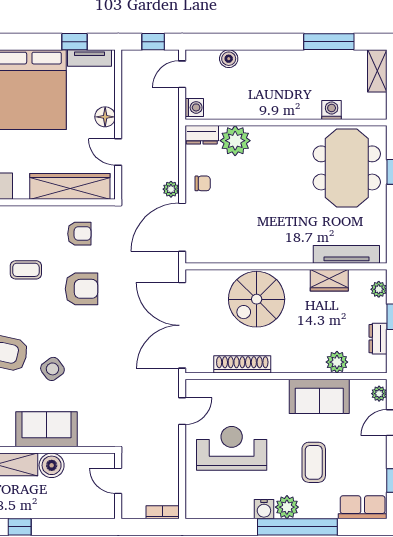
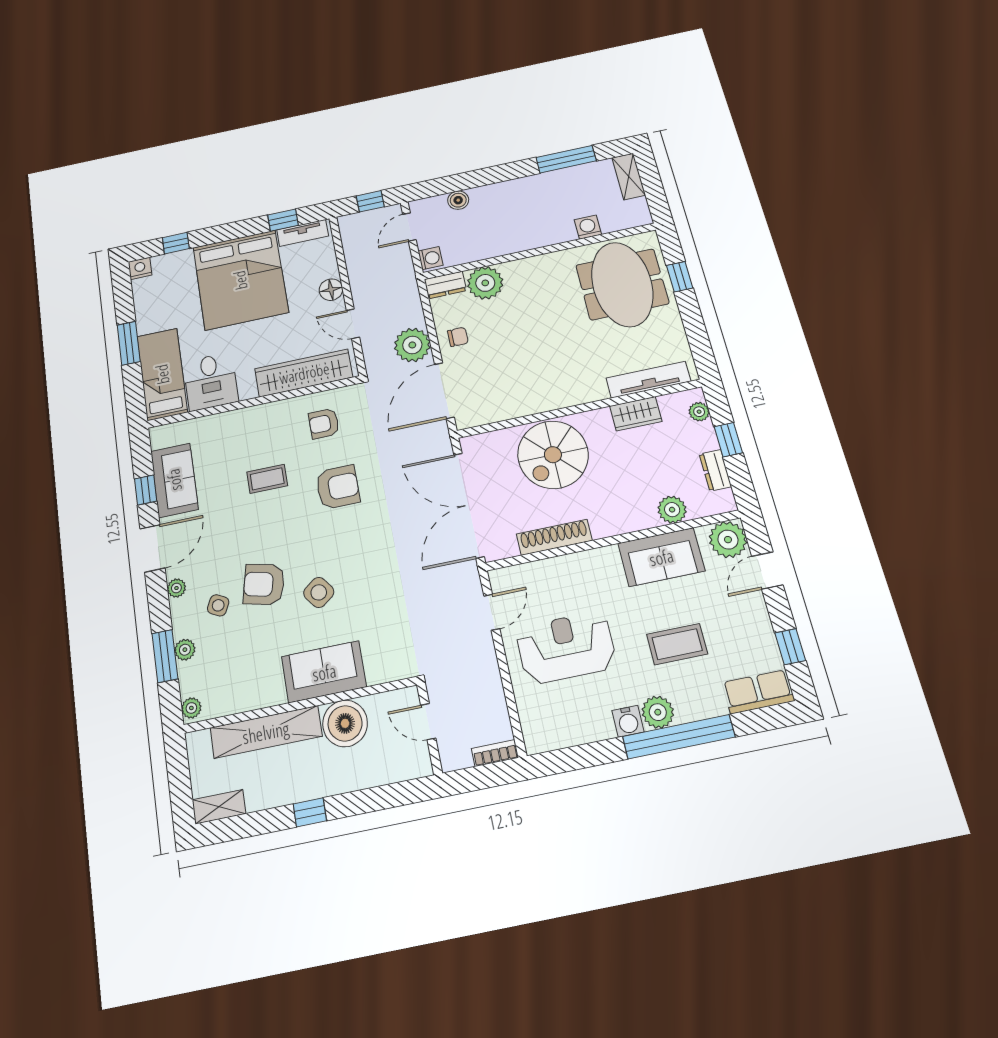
plant: (171, 189) -> (412, 345), width x1.87, depth x1.87
armchair: (79, 234) -> (324, 423), turned 180
plant: (379, 394) -> (728, 540), width x1.88, depth x1.88
coffee table: (314, 462) -> (677, 644), turned 90
boiler: (52, 465) -> (345, 723), width x1.37, depth x1.37

